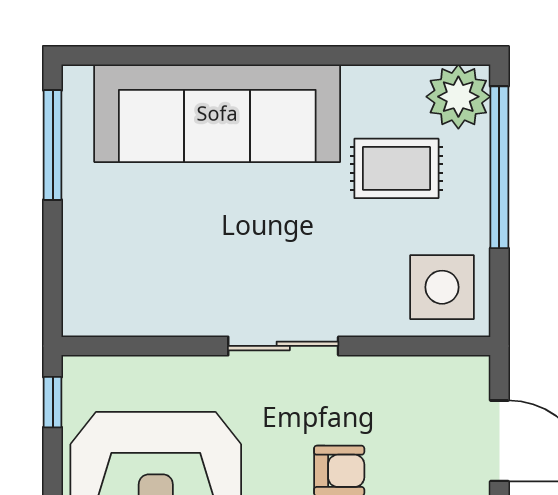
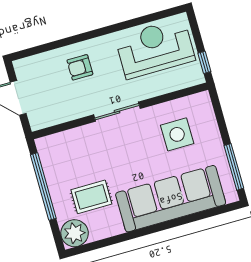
window: (499, 167) -> (43, 186), moved
side table: (442, 287) -> (177, 134), moved

